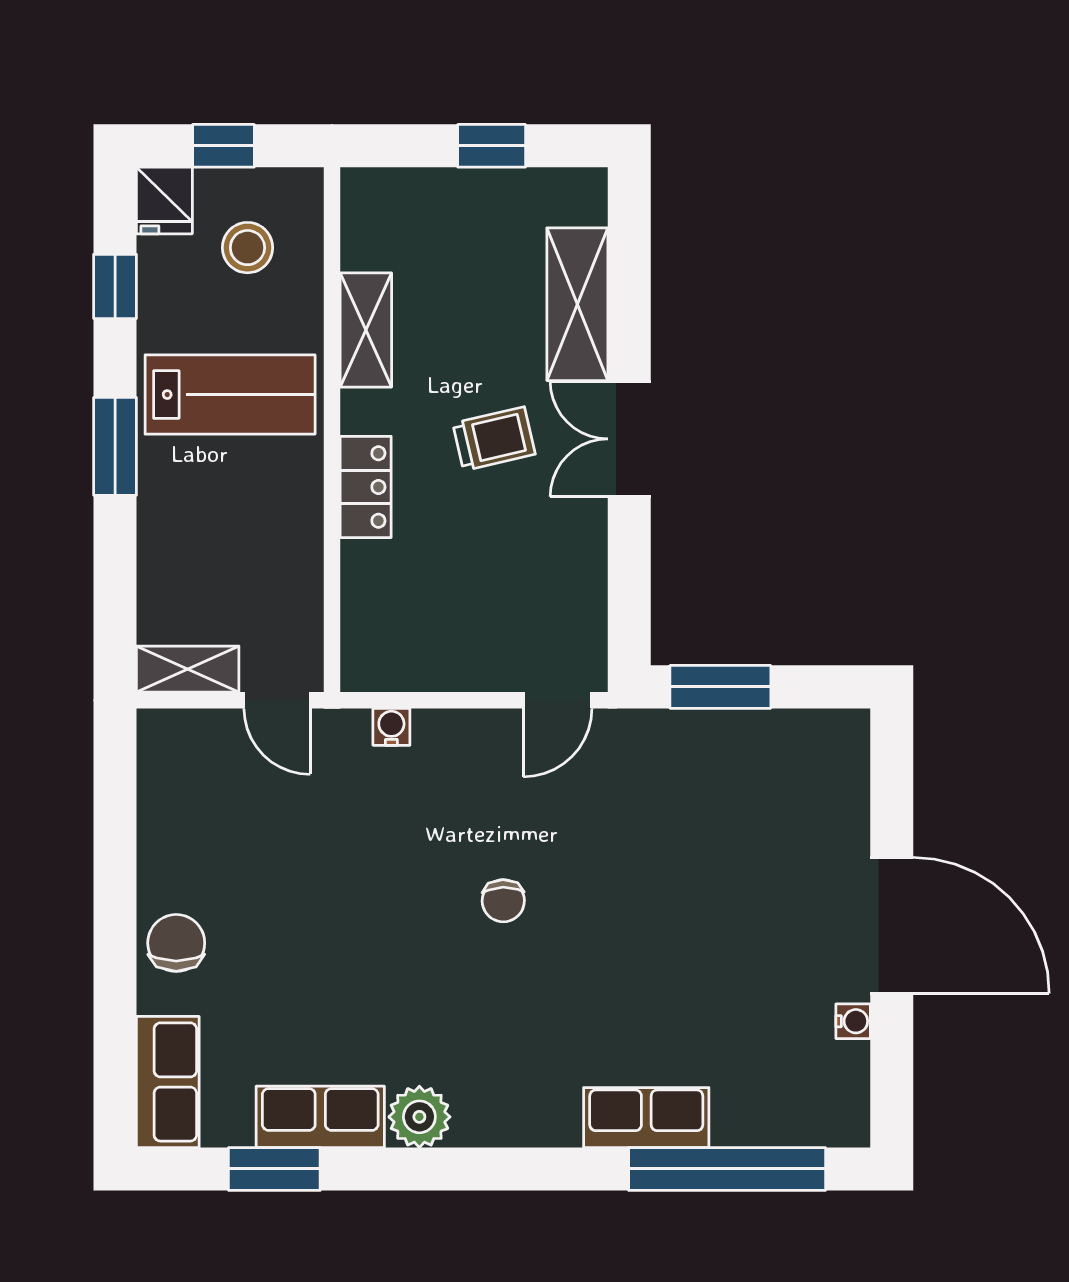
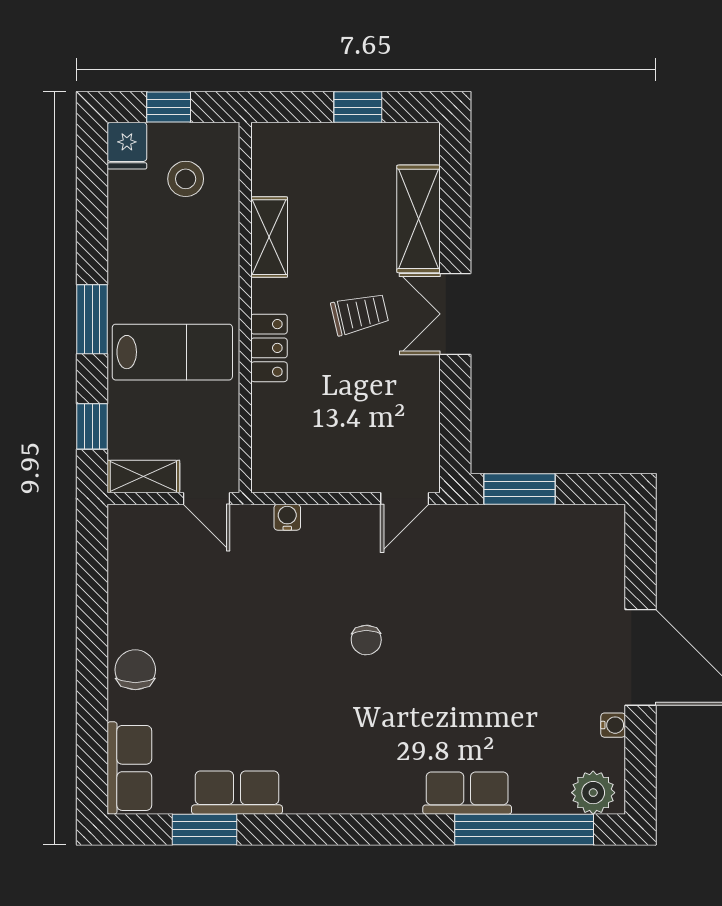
window: (115, 286) -> (92, 426), moved
lab bench: (230, 395) -> (172, 352), moved
plant: (419, 1117) -> (593, 793), moved

